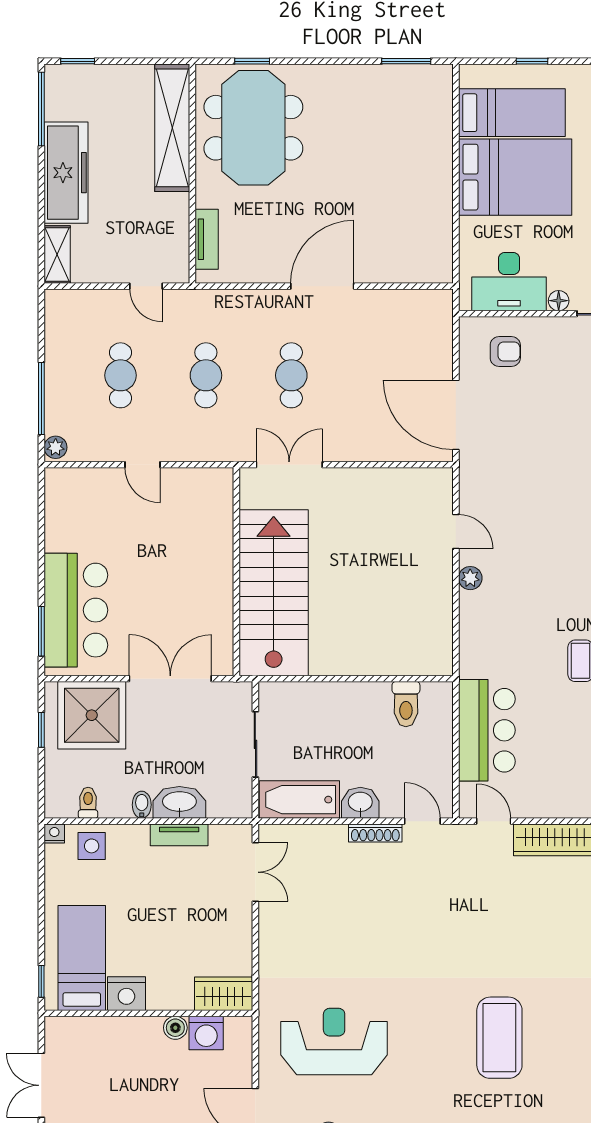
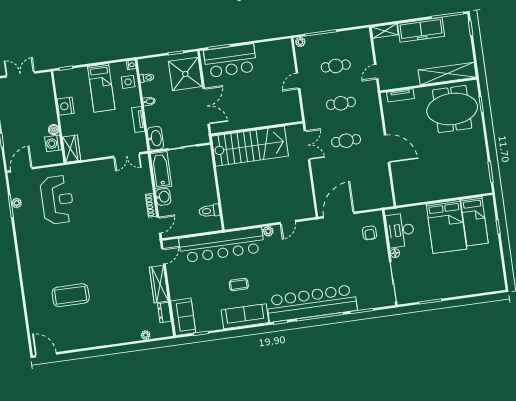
bar counter: (487, 730) -> (222, 245), width x1.86
washbasin: (179, 802) -> (155, 138), moved
bed: (82, 958) -> (101, 88), moved, turned 90
coffee table: (499, 1038) -> (71, 295), moved

